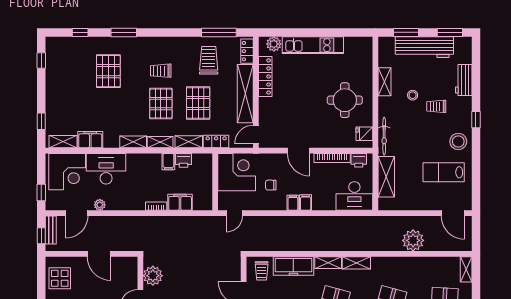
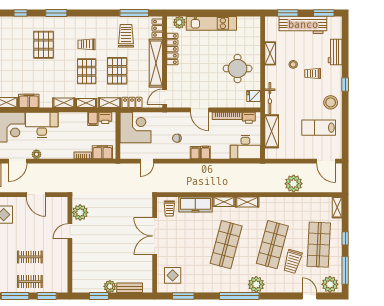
corner desk: (237, 172) -> (135, 127), moved
wall: (215, 182) -> (118, 136), moved

